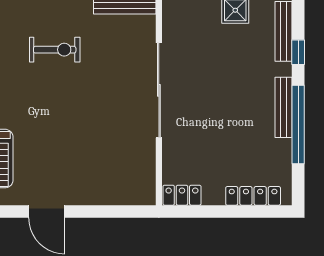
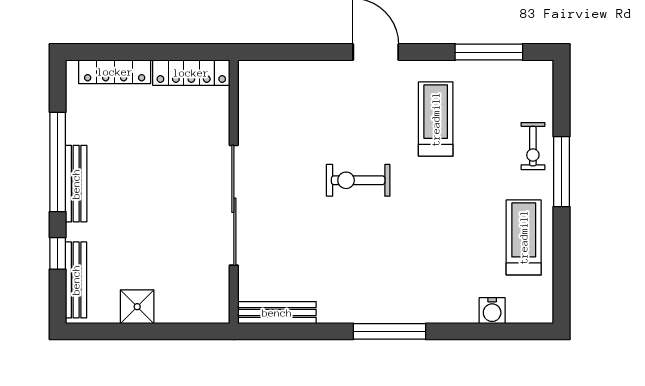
exercise bike: (55, 50) -> (358, 180), moved
locker: (182, 195) -> (191, 73), width x1.53

